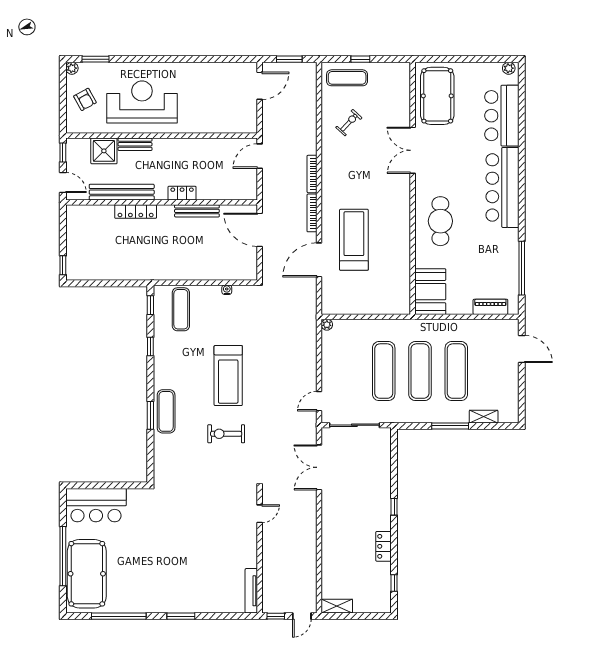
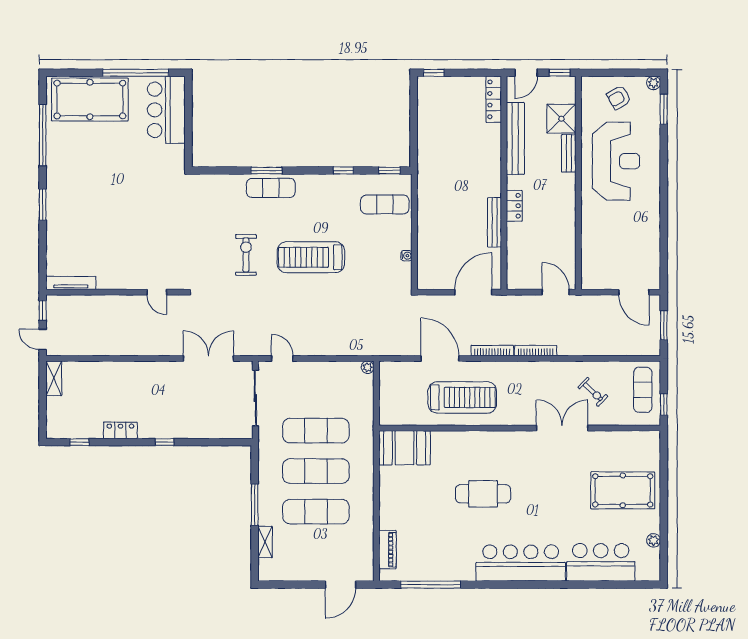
plant: (509, 68) -> (654, 540), moved
double door: (413, 150) -> (562, 428), moved
wall: (413, 188) -> (520, 428), moved
locker: (136, 212) -> (494, 99), moved
booth: (430, 292) -> (404, 448), moved
window: (63, 556) -> (136, 73), moved

